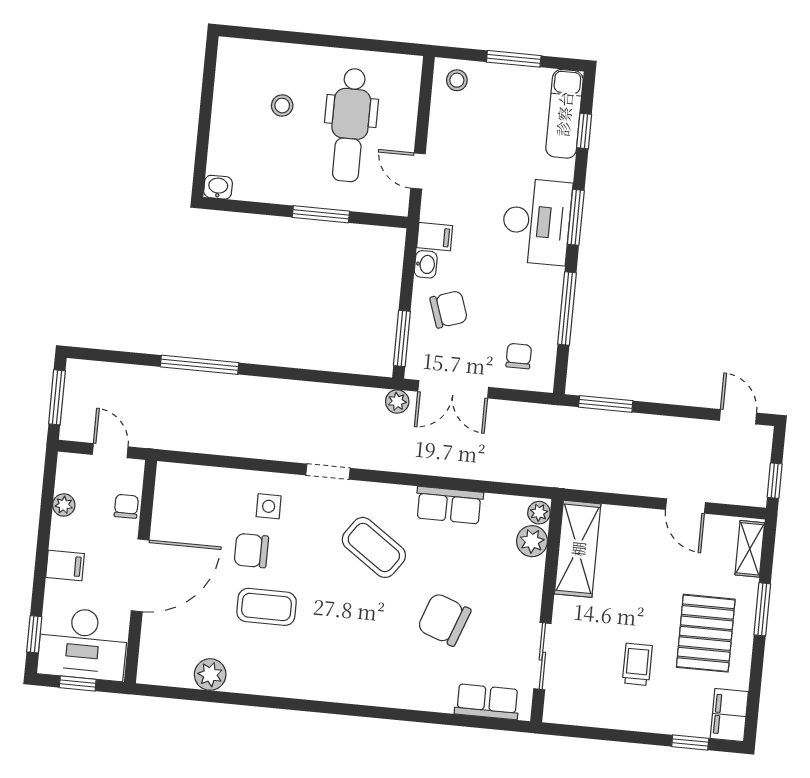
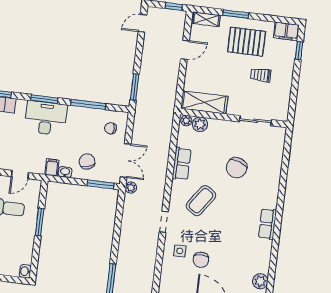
coffee table: (267, 607) -> (228, 253), removed
row of seats: (487, 702) -> (268, 224), moved

